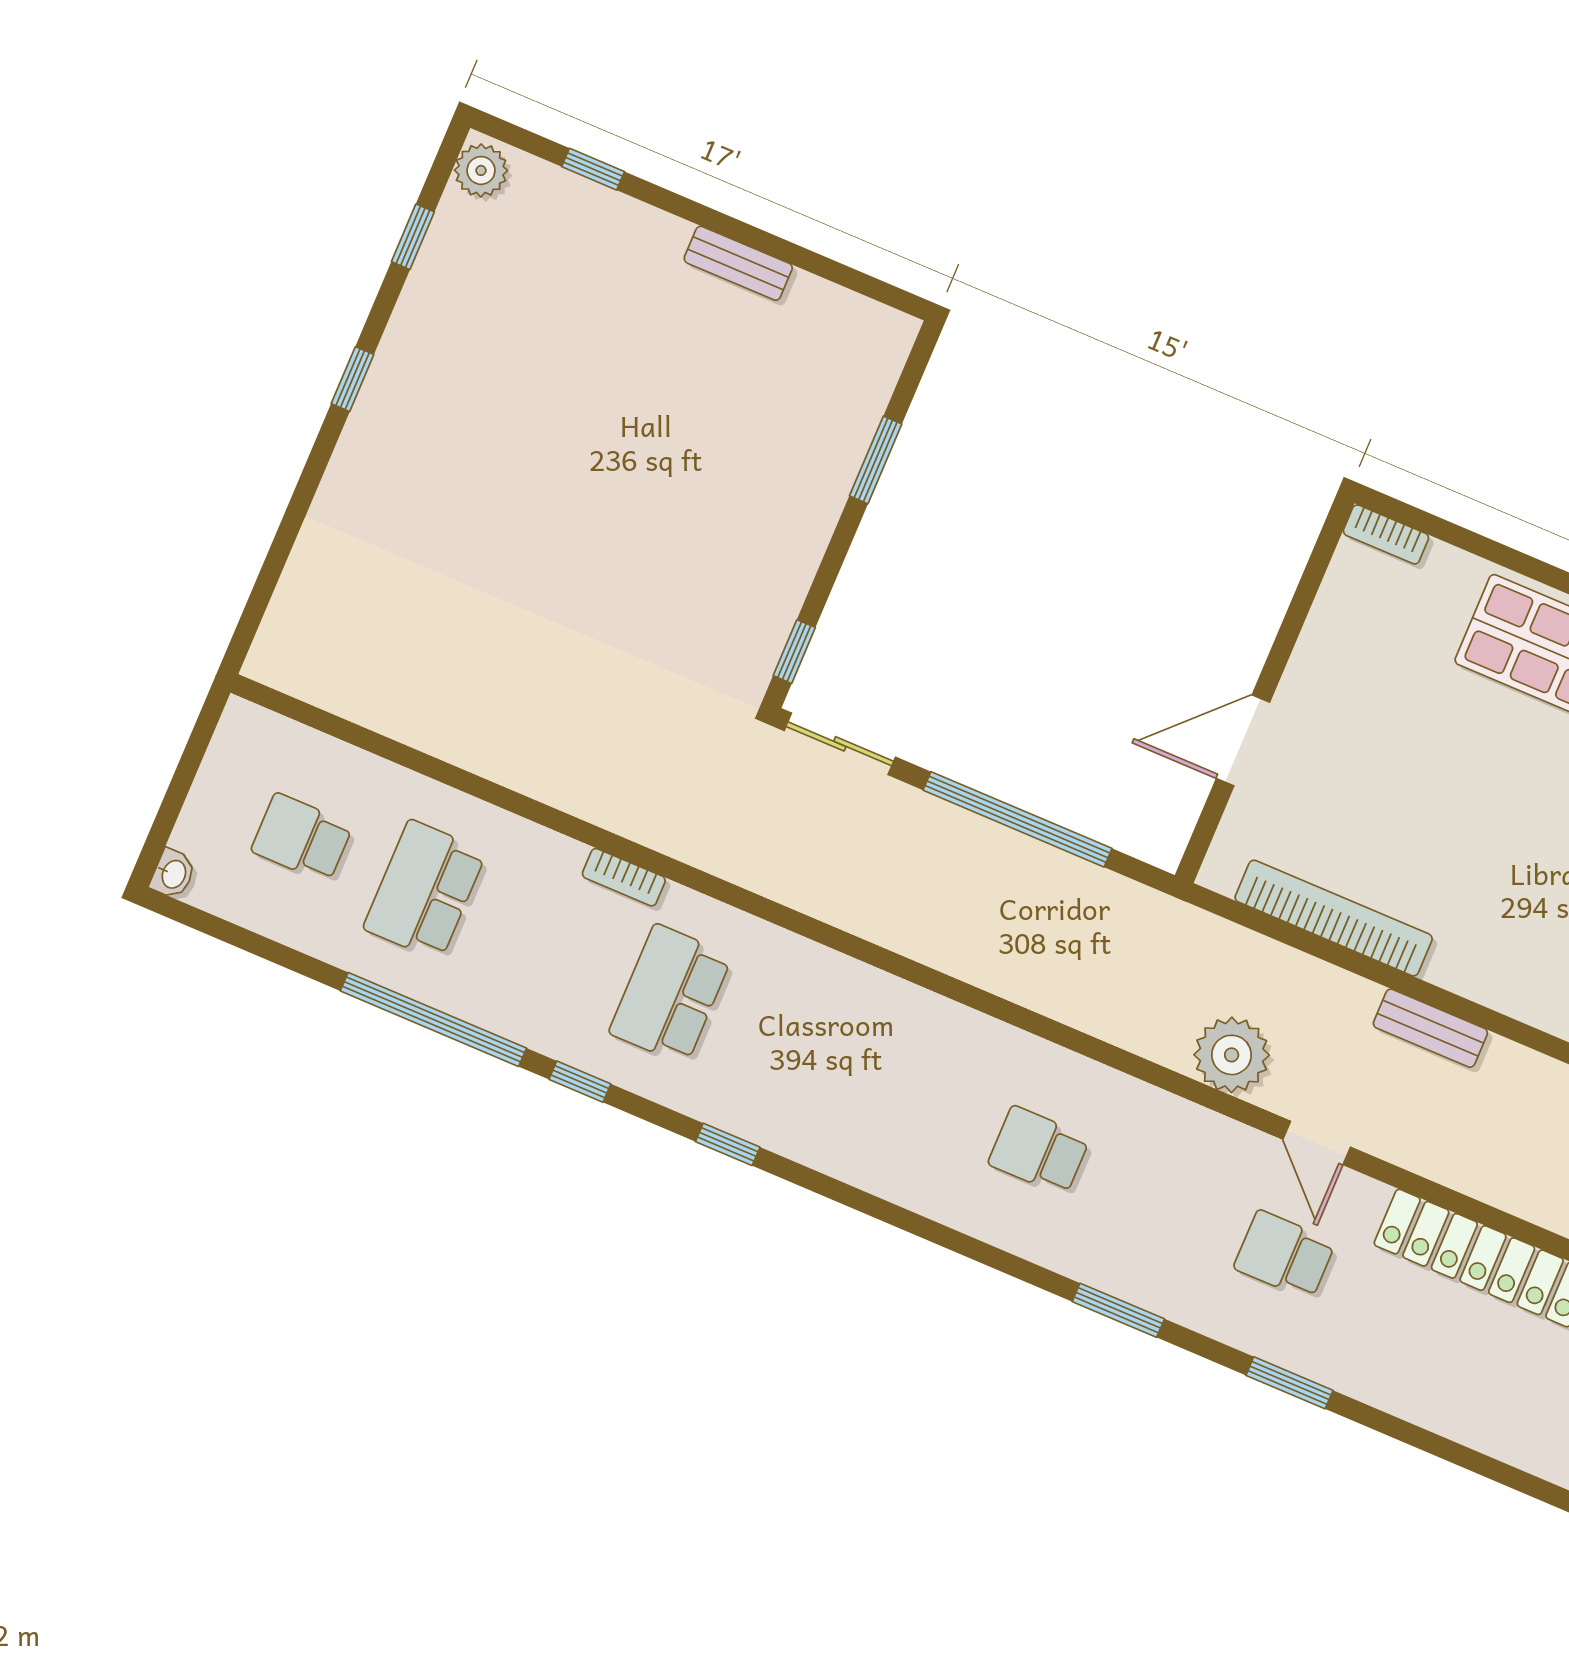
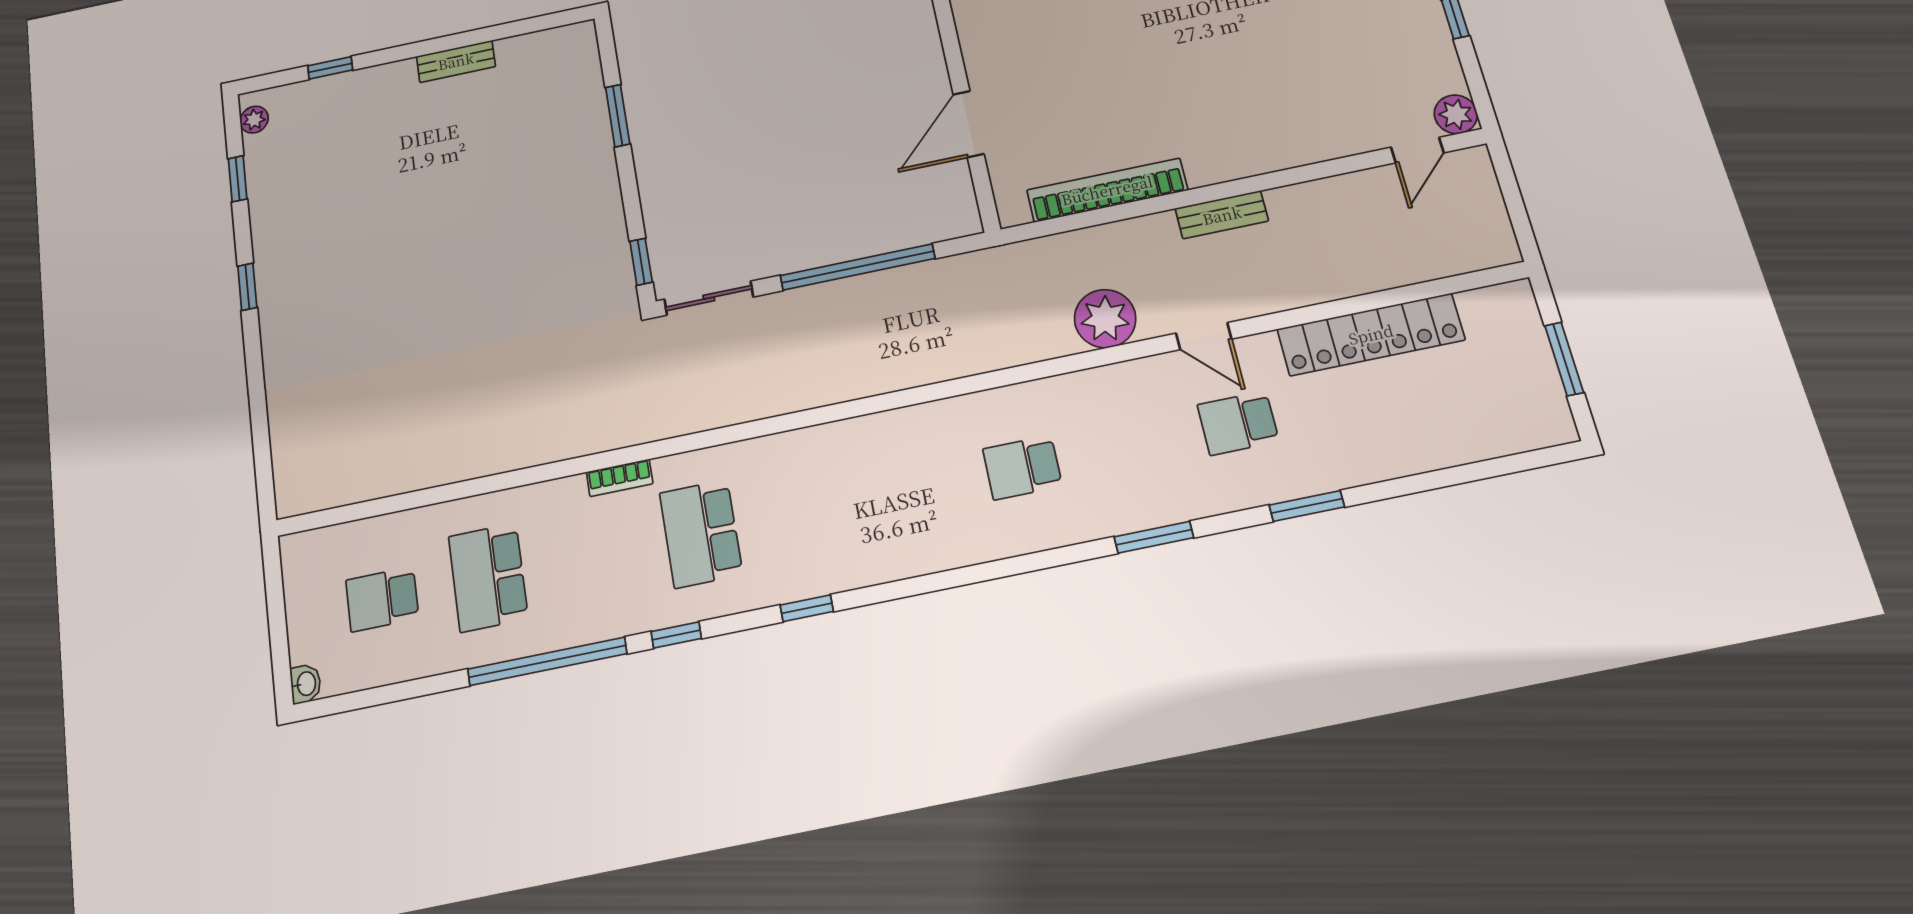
plant: (481, 170) -> (254, 120), width x0.73, depth x0.73

